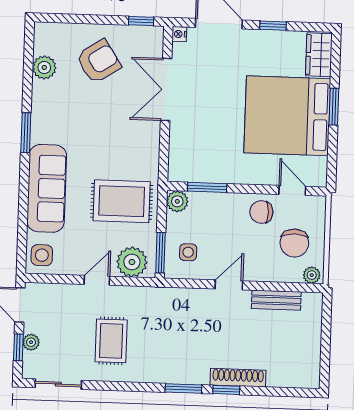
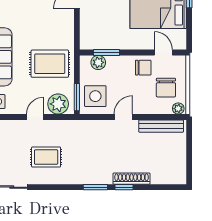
plant: (177, 201) -> (98, 62), moved
chair: (261, 212) -> (143, 68), turned 180
side table: (188, 252) -> (95, 96), width x1.87, depth x1.87
bench: (276, 300) -> (161, 126), width x1.36
rug: (111, 341) -> (46, 157), turned 90

